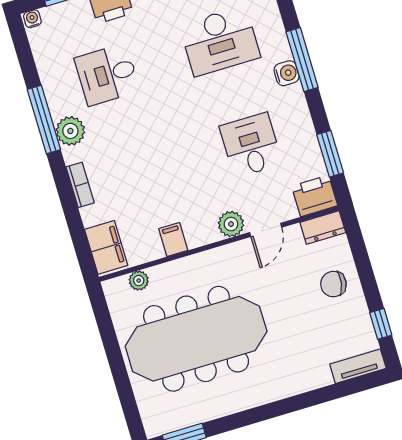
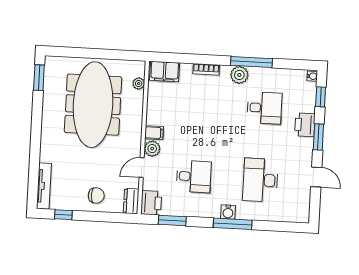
desk: (107, 75) -> (264, 108), turned 90
door: (266, 230) -> (142, 168), hinge flipped
filing cabinet: (173, 240) -> (154, 133), moved
chair: (333, 284) -> (96, 195), turned 81
tv unit: (358, 366) -> (44, 186), width x1.41

